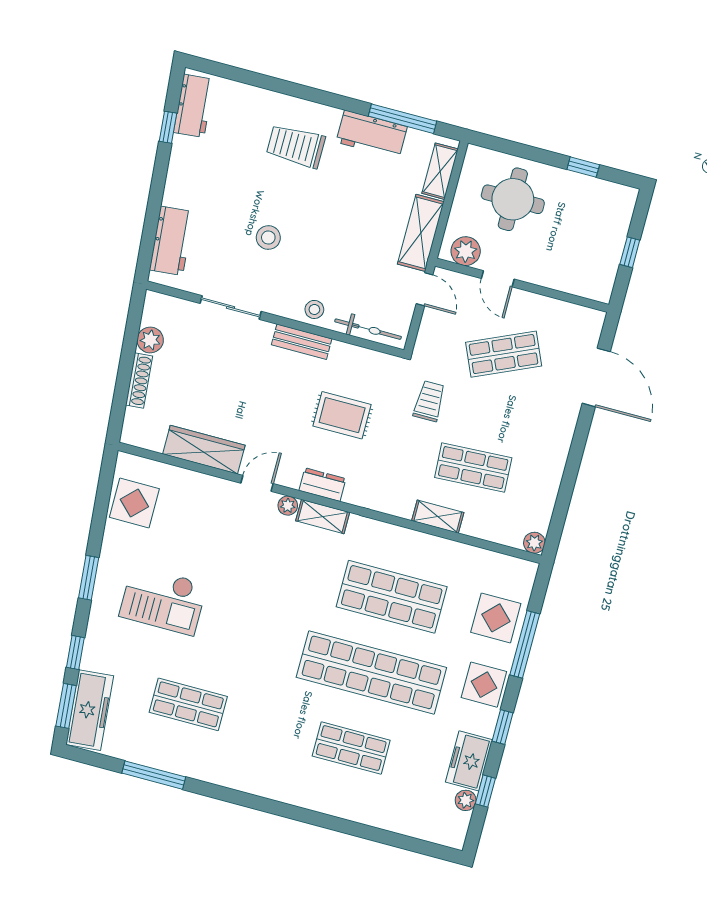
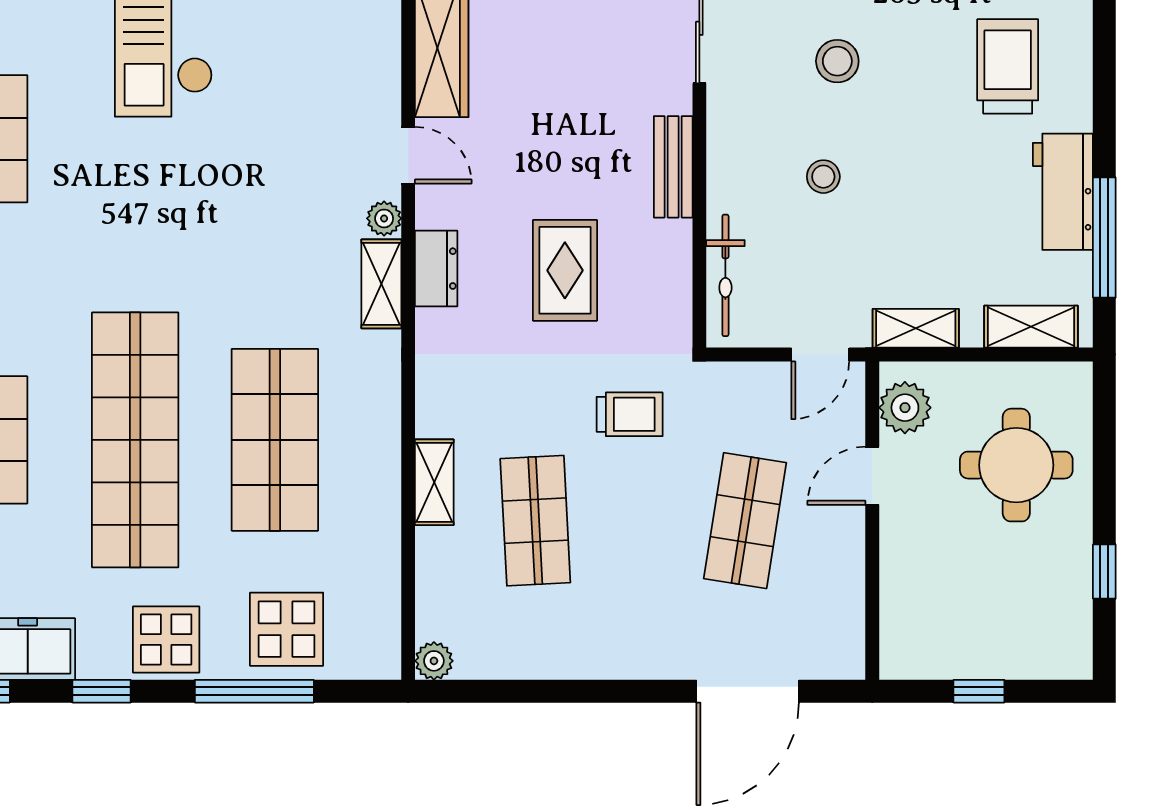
shelving: (421, 233) -> (916, 328), width x0.67, depth x0.75
stool: (314, 309) -> (823, 177), moved
shop shelf: (504, 354) -> (745, 521), turned 33

